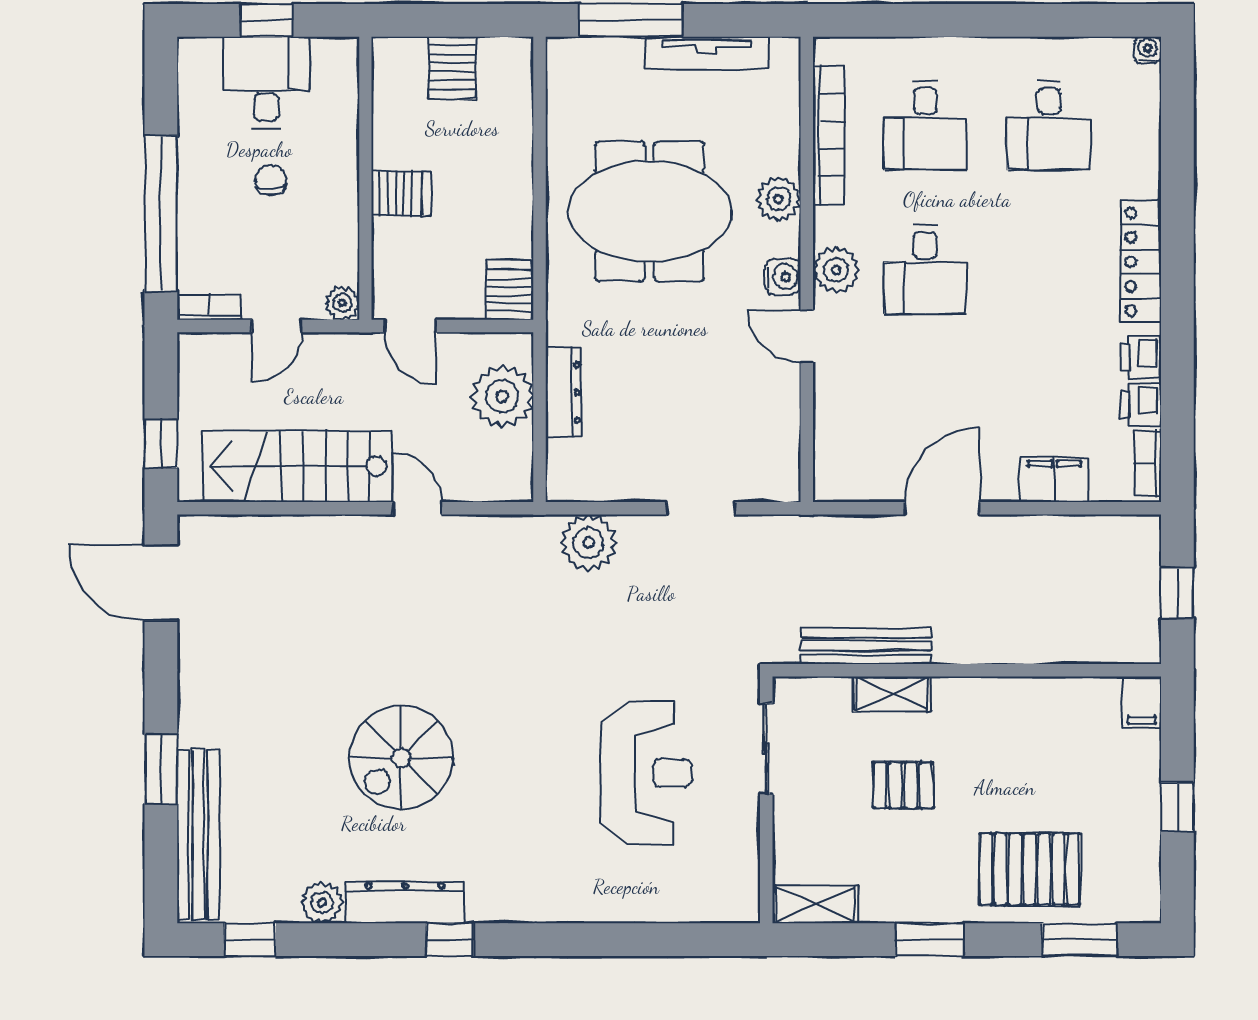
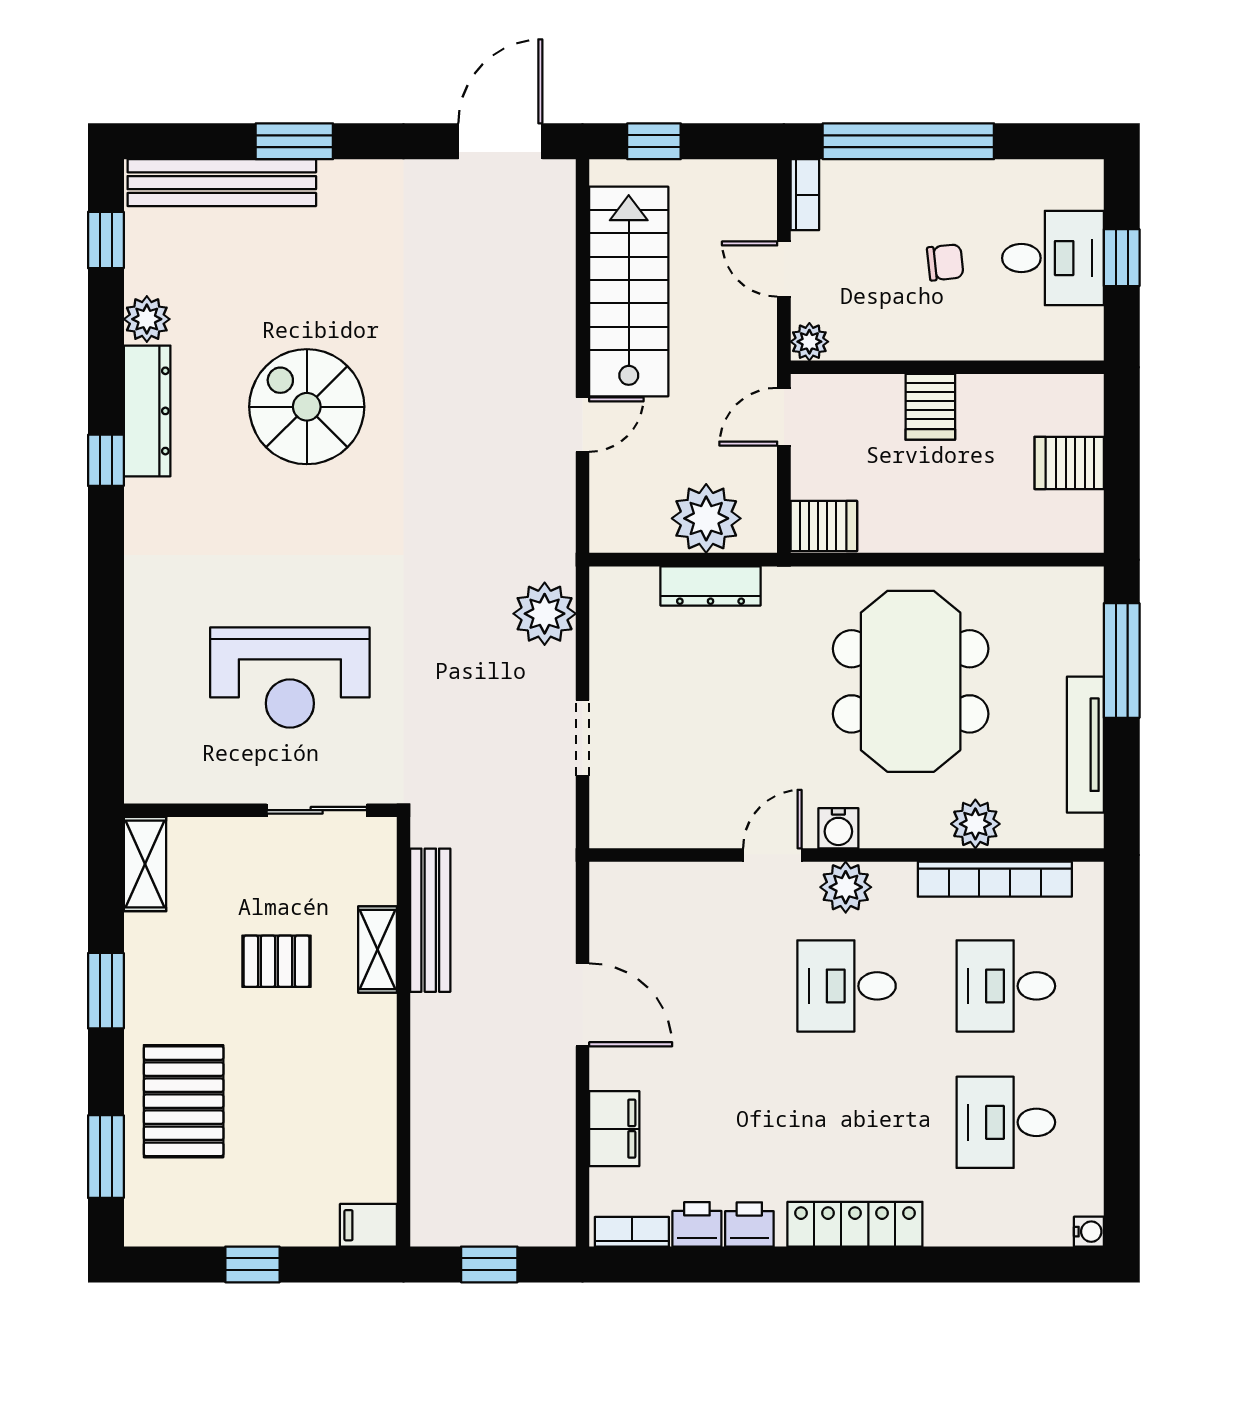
plant: (779, 199) -> (975, 824), moved
pallet: (903, 785) -> (277, 961), turned 90

